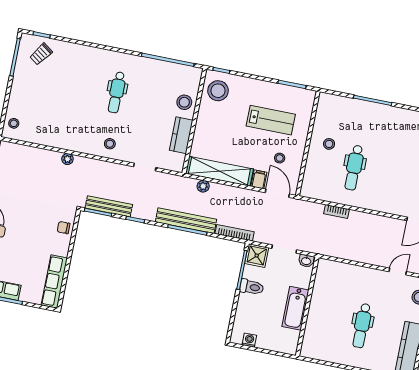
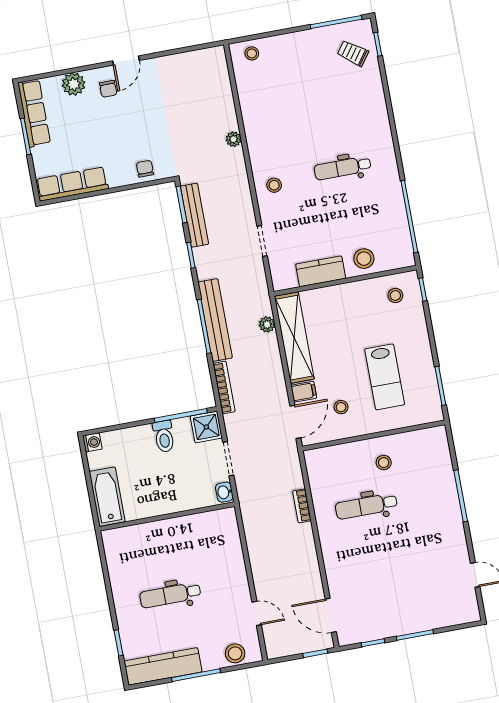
stool: (218, 91) -> (395, 295), width x0.53, depth x0.53
bathtub: (295, 308) -> (107, 497), moved, turned 90
washing machine: (249, 340) -> (92, 442), moved

